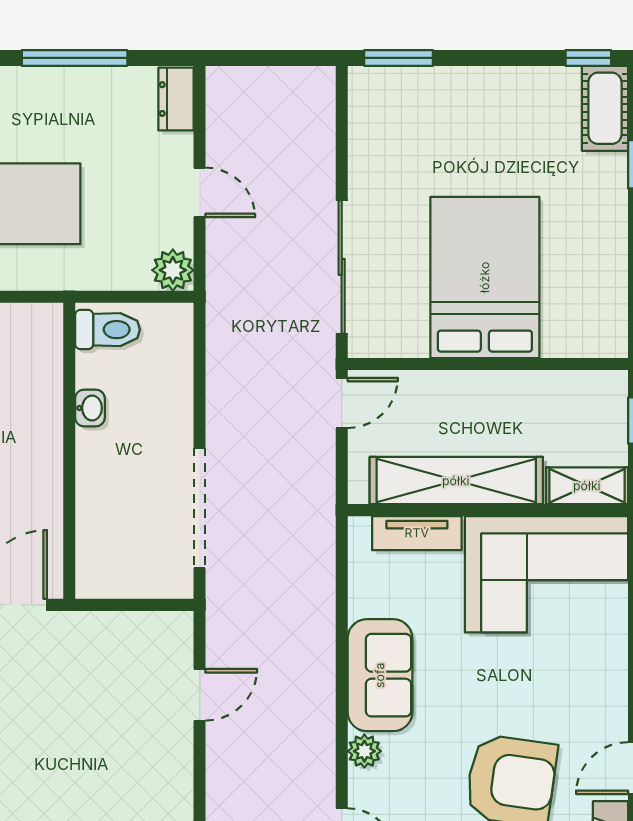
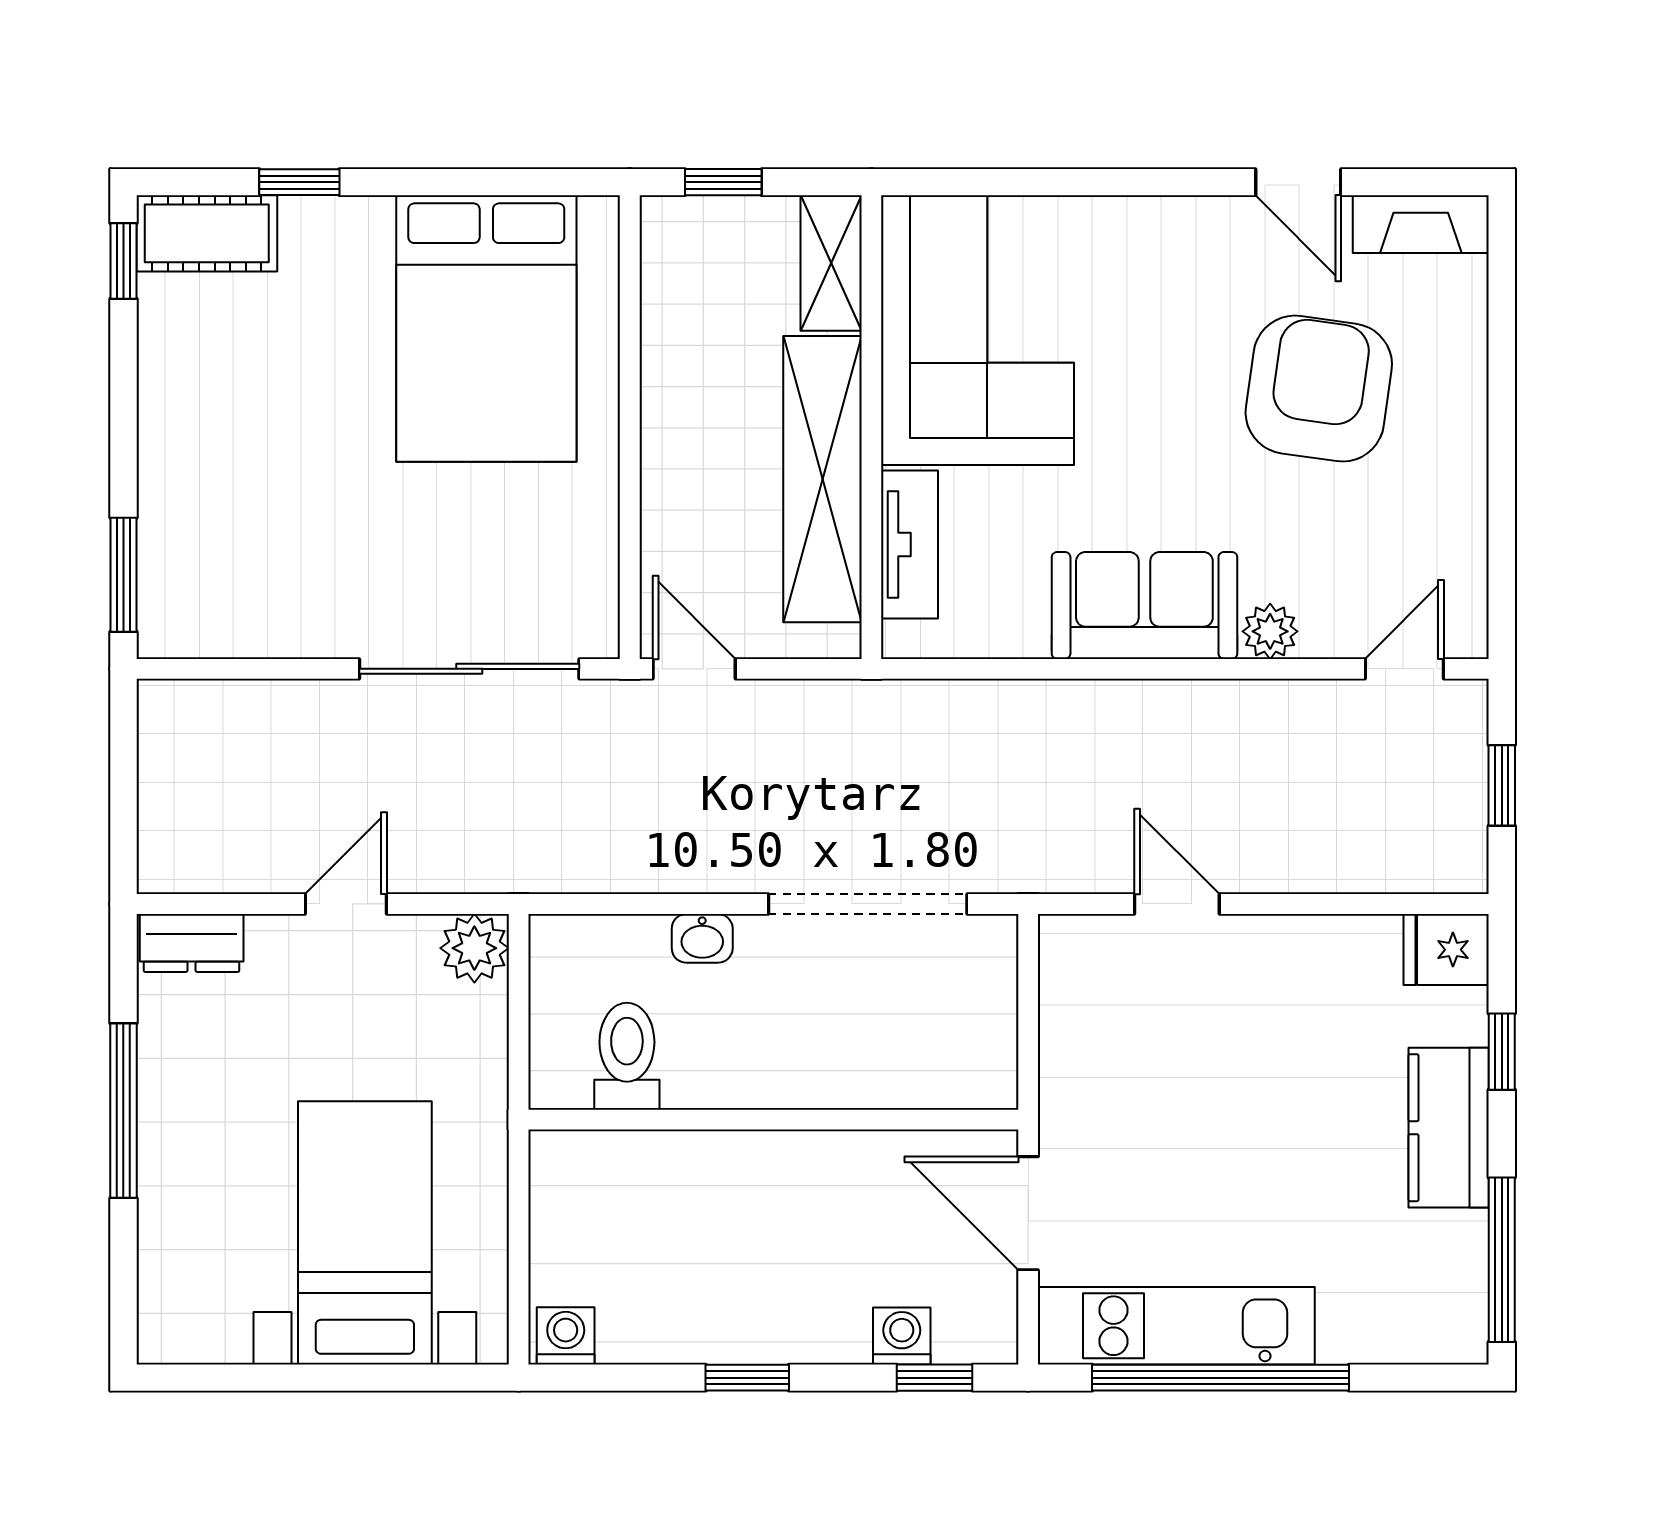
bed: (485, 277) -> (486, 329), moved, turned -90
toilet: (108, 330) -> (627, 1056), moved
washbasin: (90, 408) -> (702, 938), moved, turned 180

